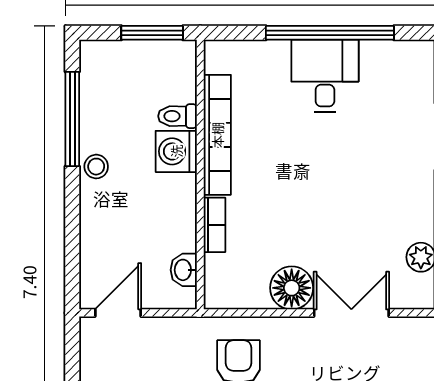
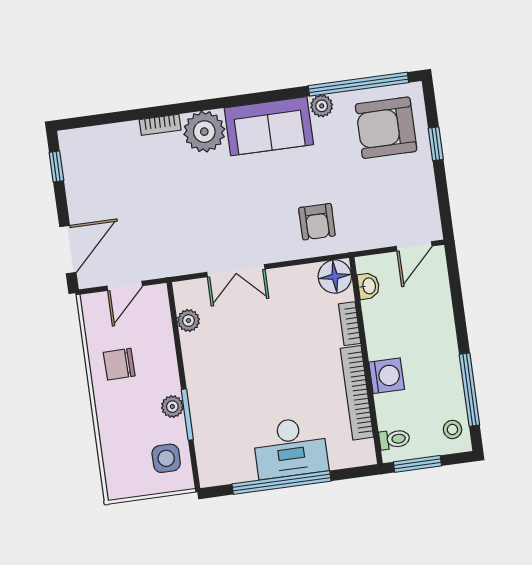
desk: (325, 76) -> (290, 448), width x1.37
toilet: (177, 116) -> (394, 439), moved
stool: (96, 167) -> (452, 429), moved
floor lamp: (292, 288) -> (335, 277), moved

